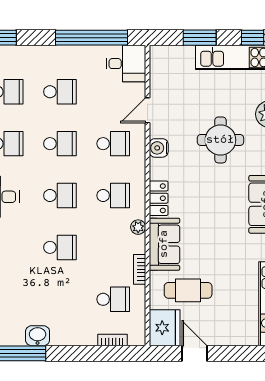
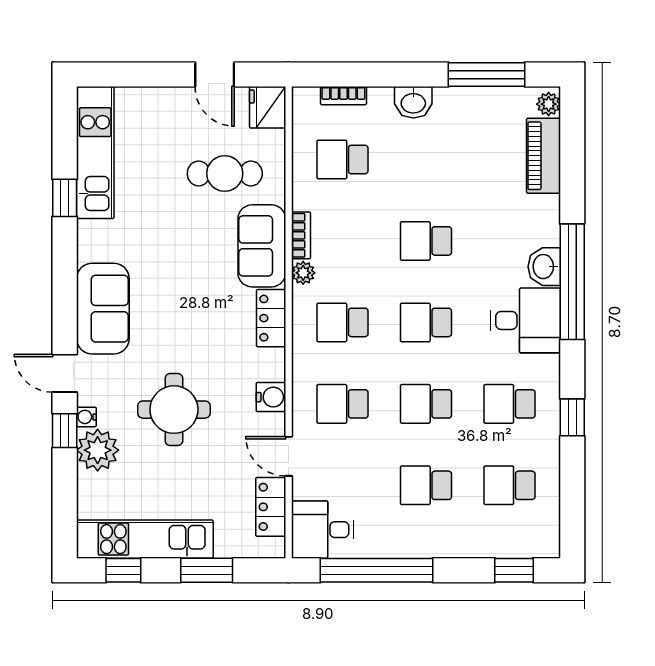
locker: (159, 78) -> (271, 507), added
door: (147, 110) -> (289, 456), swing flipped
bookcase: (140, 269) -> (301, 235), moved
fridge: (165, 328) -> (268, 107), width x0.73, depth x0.75
washbasin: (38, 336) -> (413, 102), moved

